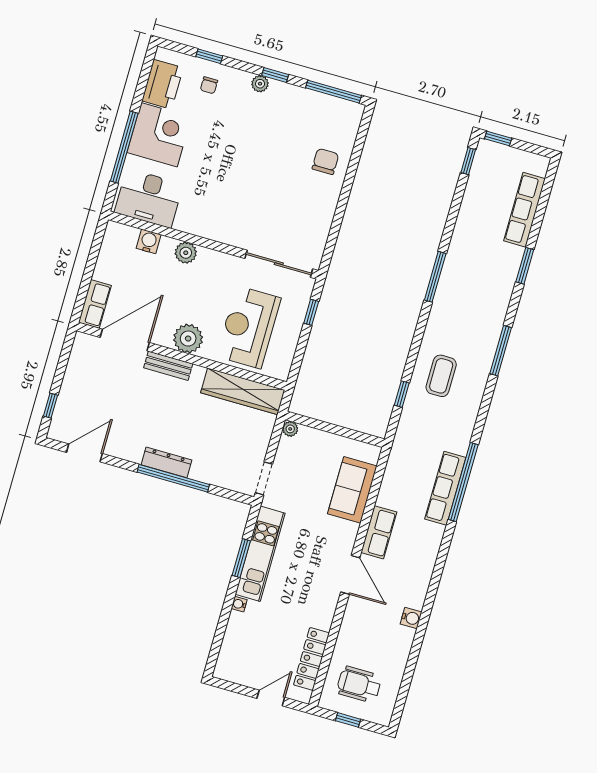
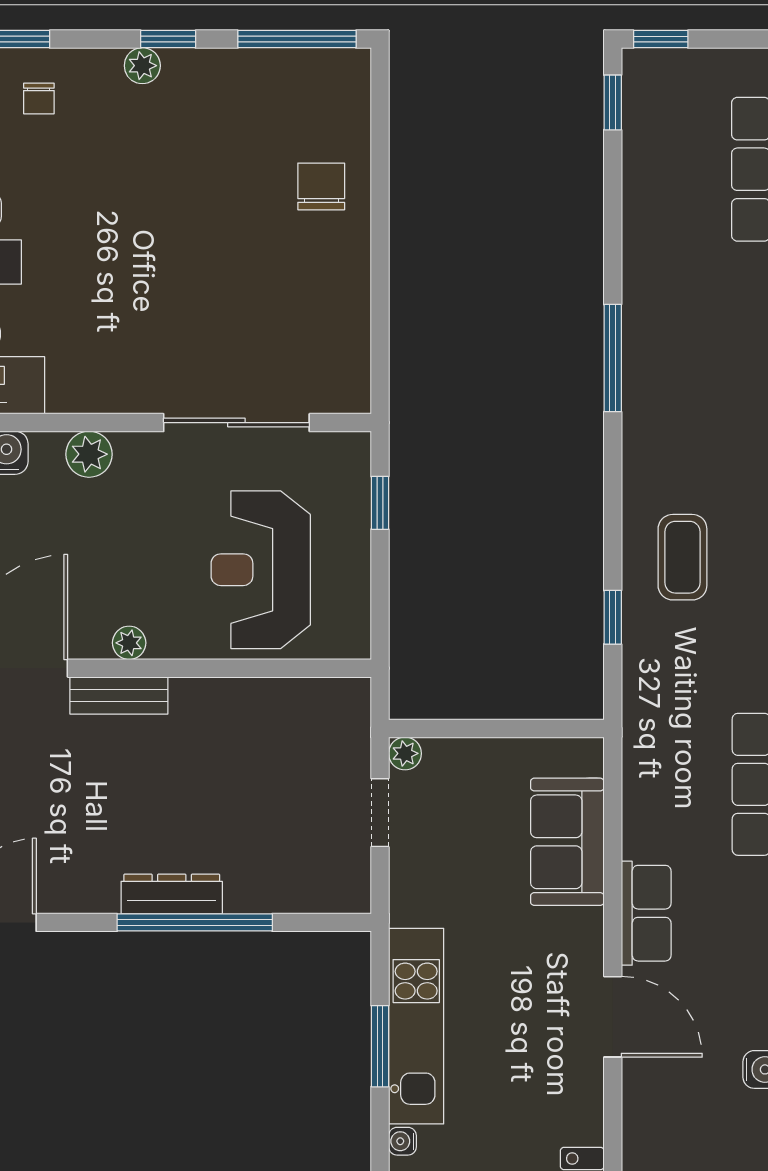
sliding door: (279, 264) -> (236, 423), moved
plant: (188, 339) -> (129, 643), width x0.53, depth x0.53
wardrobe: (243, 391) -> (286, 704), removed
doorway: (264, 478) -> (380, 813), moved

